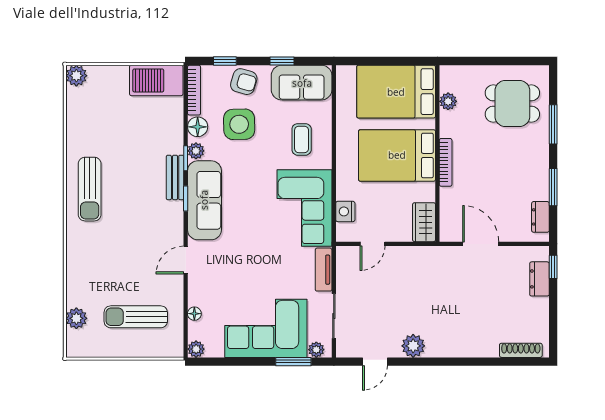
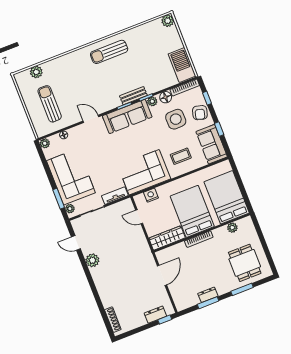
dresser: (540, 217) -> (208, 295), moved
wardrobe: (424, 222) -> (167, 238), width x1.50

